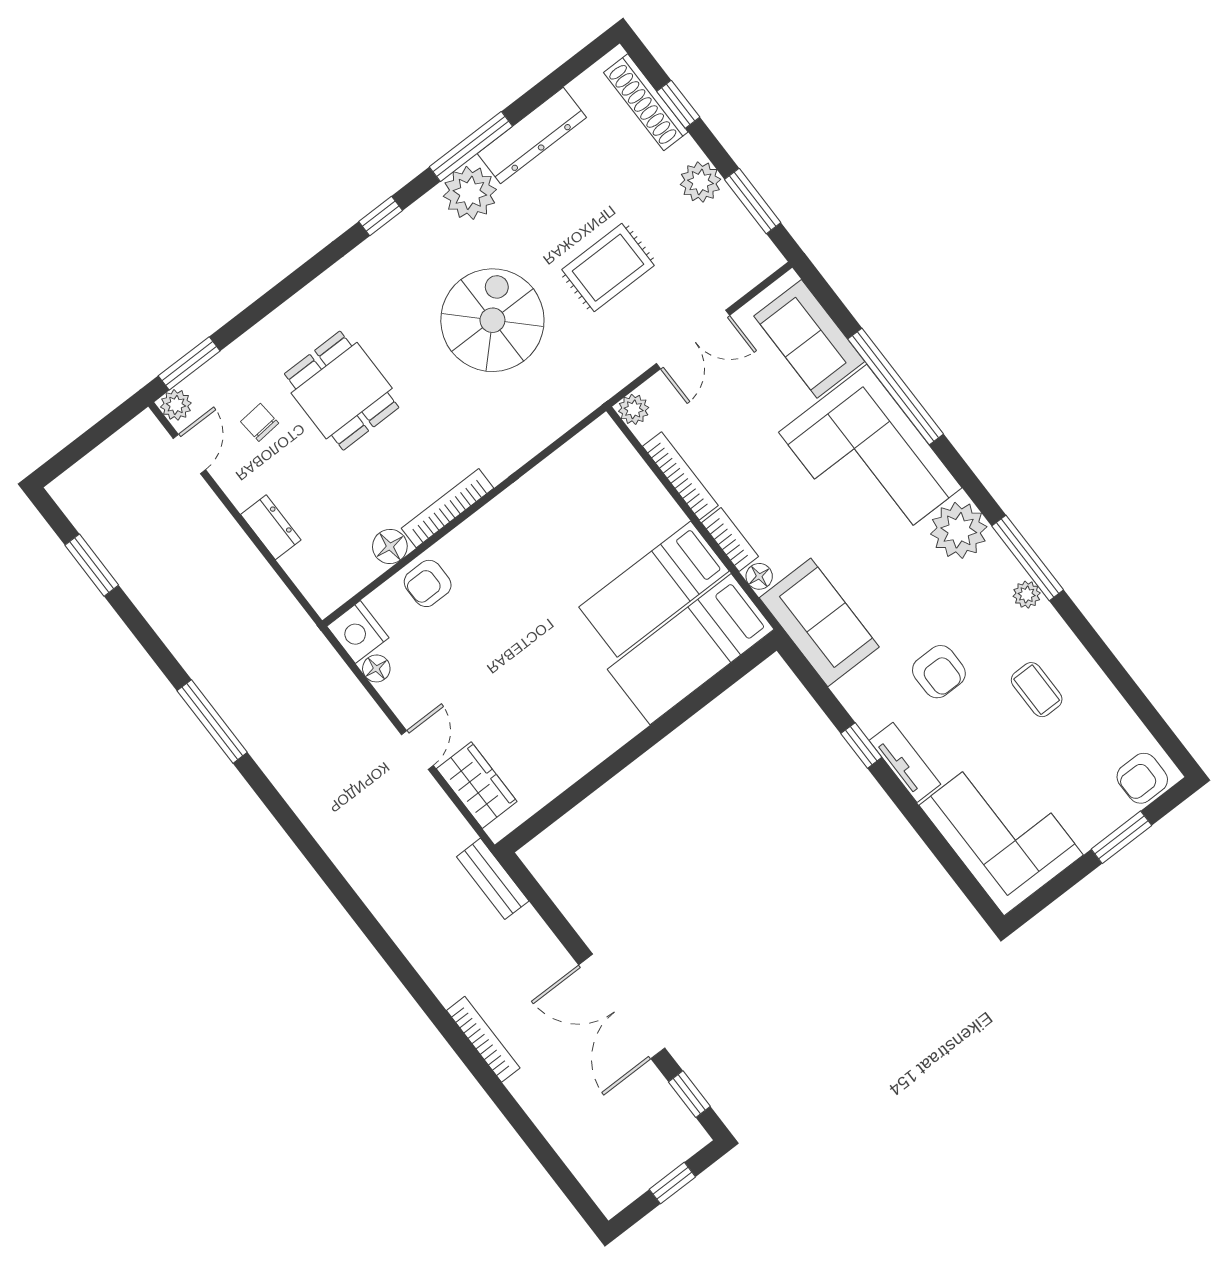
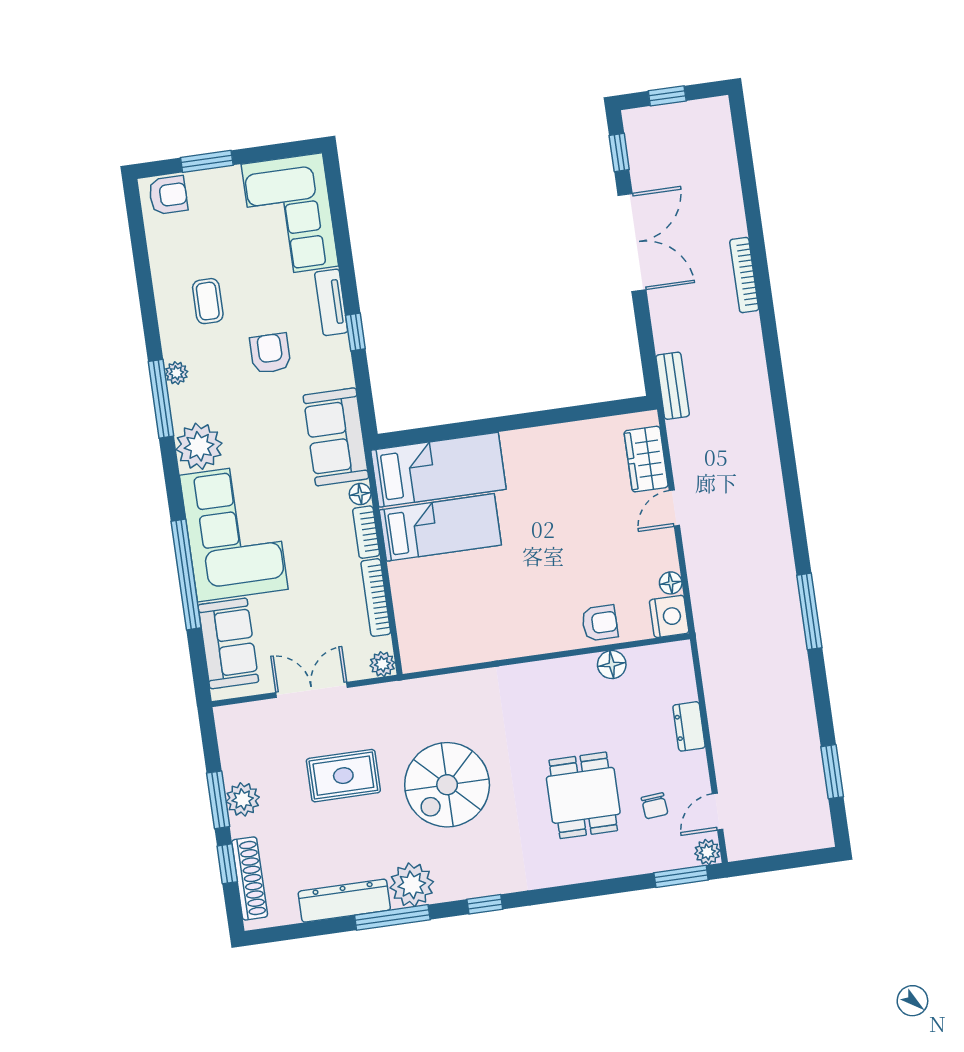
window: (753, 201) -> (218, 800), moved
bookcase: (447, 508) -> (555, 669), removed

